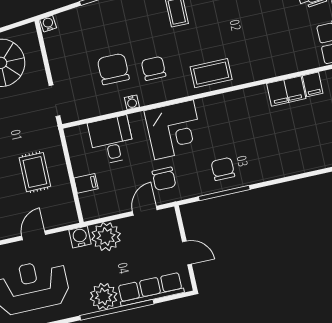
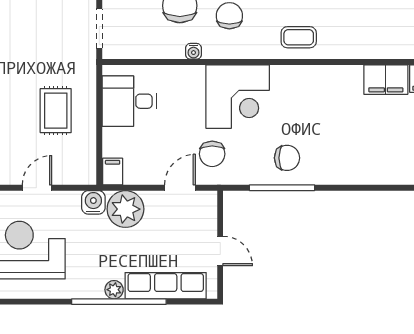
coffee table: (211, 73) -> (299, 37), width x0.73, depth x0.77
desk: (112, 140) -> (129, 101), moved, turned -90
chair: (223, 169) -> (287, 158), turned 90
filing cabinet: (86, 183) -> (113, 172), moved, turned -90
plant: (104, 296) -> (114, 290), width x0.53, depth x0.53

